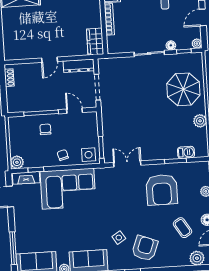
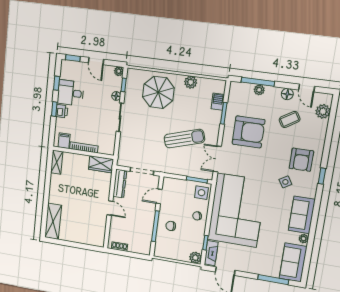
sun lounger: (141, 126) -> (184, 139), added
corner sofa: (68, 189) -> (237, 210), width x1.36, depth x1.36
armchair: (145, 248) -> (301, 160), turned -111

